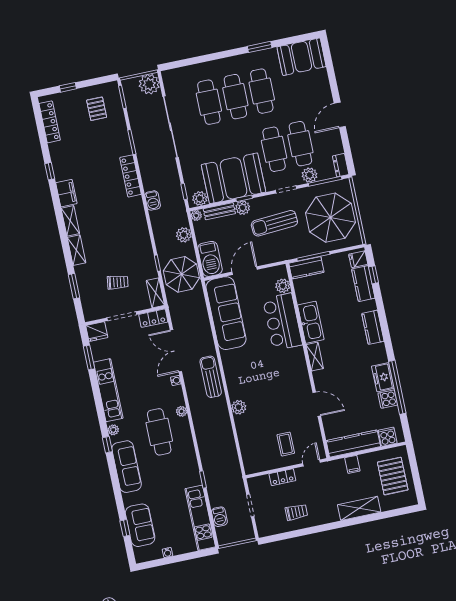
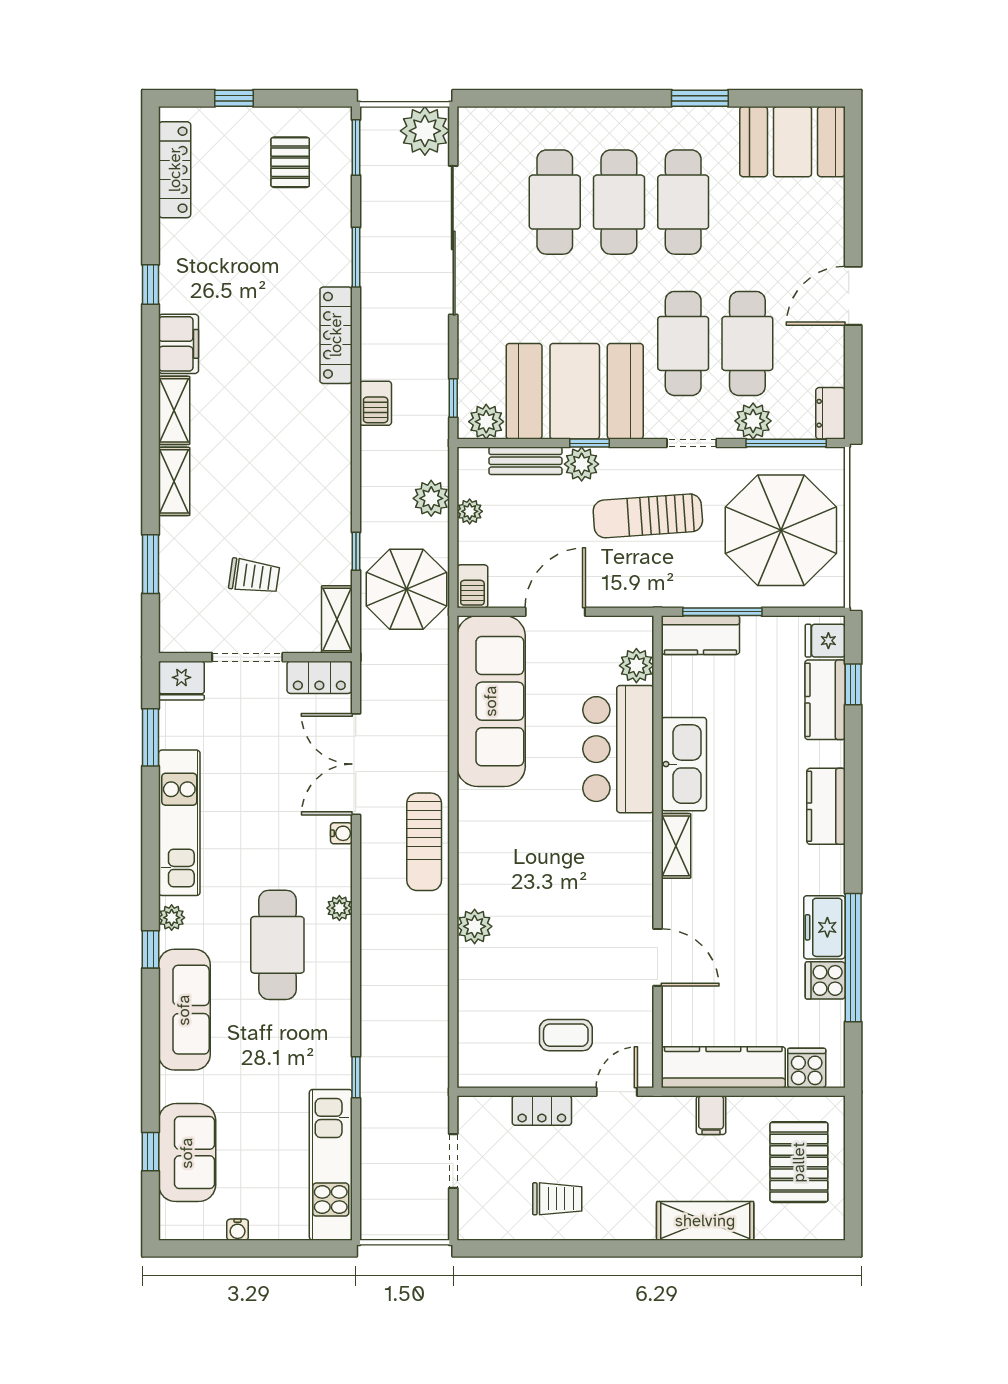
plant: (196, 216) -> (470, 511), moved
barbecue: (210, 259) -> (472, 586), width x0.53, depth x0.65
sun lounger: (211, 377) -> (424, 842), turned 180
coffee table: (286, 444) -> (566, 1035), turned 90
barbecue: (219, 517) -> (376, 1172), removed

